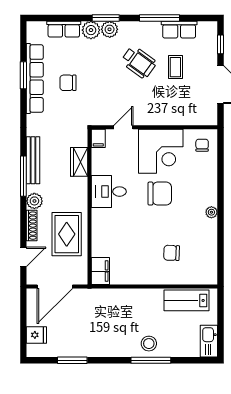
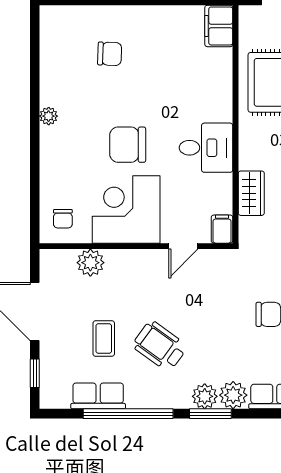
window: (160, 18) -> (128, 414), width x1.46
plant: (184, 117) -> (90, 263), added

